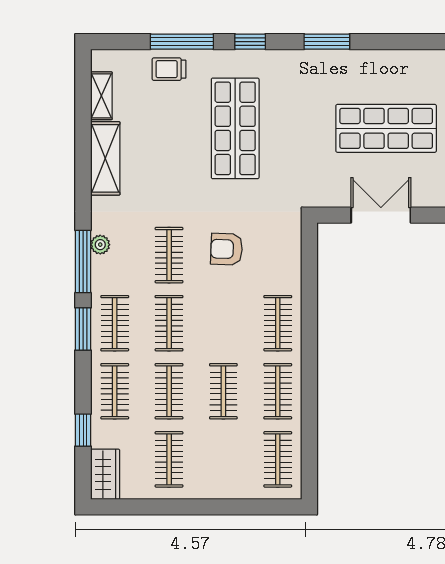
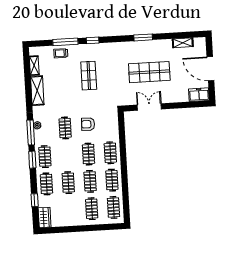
window: (327, 42) -> (143, 37), moved
shop shelf: (235, 128) -> (89, 76), width x0.70, depth x0.74
clothes rail: (169, 323) -> (88, 154), moved
clothes rail: (169, 459) -> (92, 209), moved

